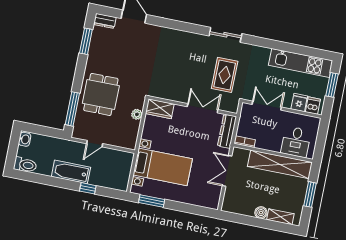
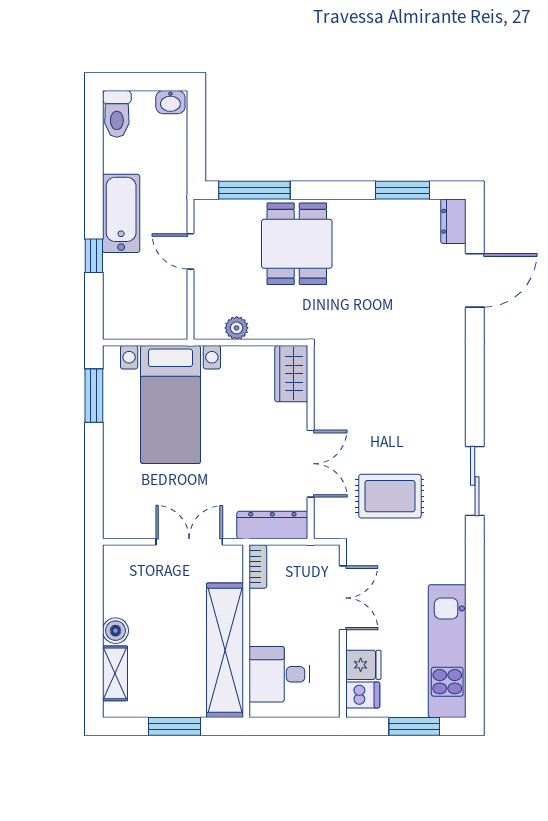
dining table: (101, 94) -> (297, 244), turned 90
plant: (137, 114) -> (237, 328), moved

